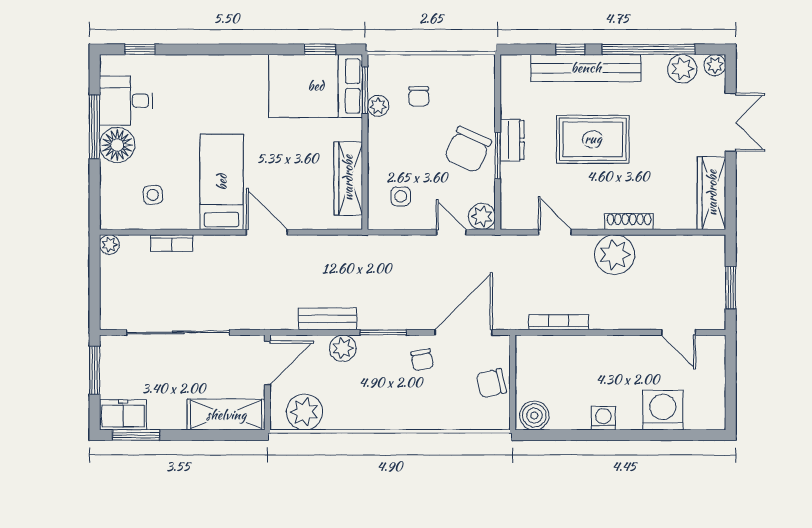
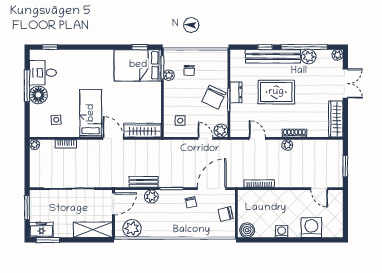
plant: (682, 69) -> (309, 57), moved
wardrobe: (348, 178) -> (142, 130), moved, turned 90
plant: (615, 255) -> (287, 145), width x0.53, depth x0.53

